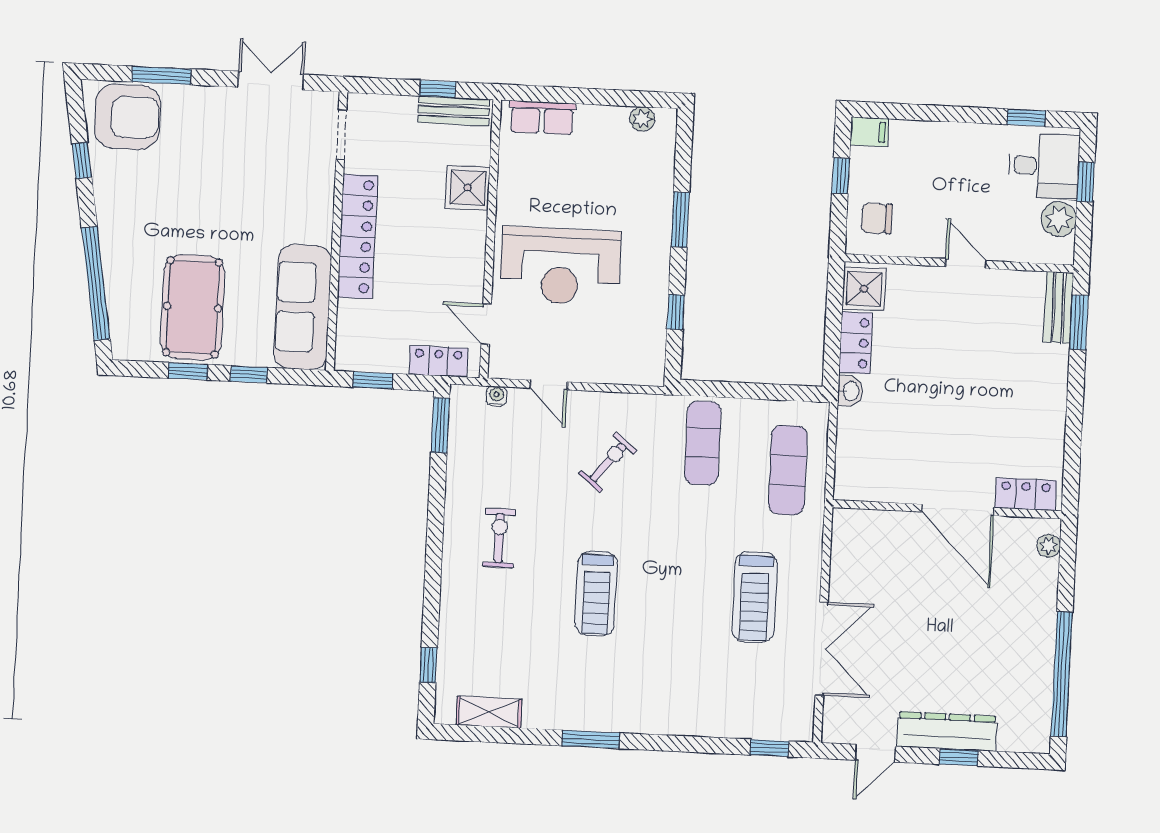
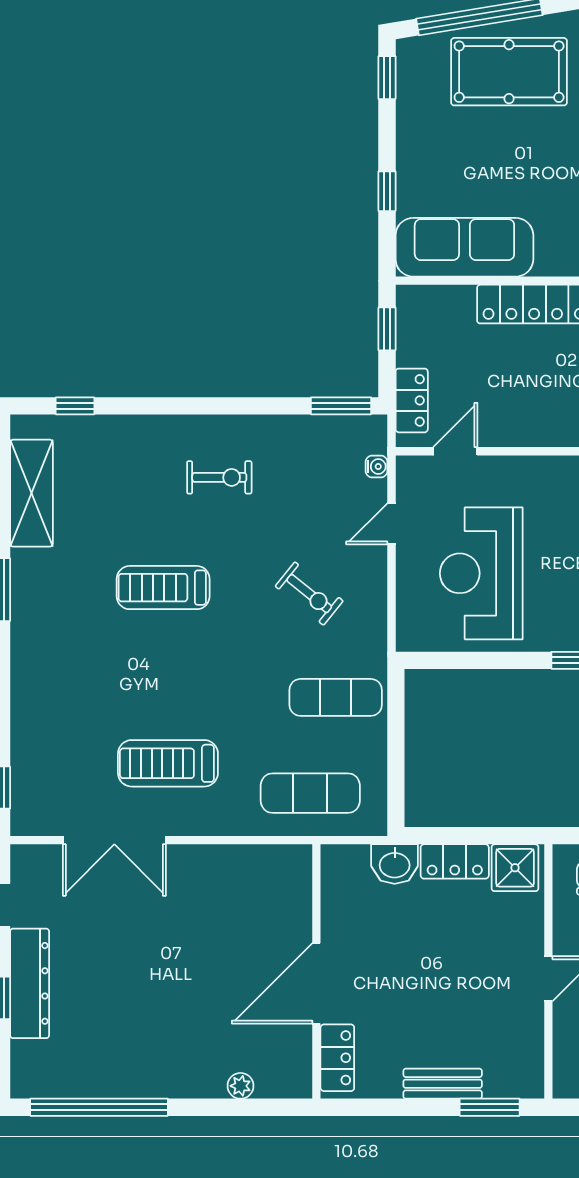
reception desk: (560, 266) -> (481, 573), moved
pool table: (193, 307) -> (509, 72), moved
bench: (1058, 307) -> (443, 1084), moved
window: (676, 312) -> (479, 660), removed
window: (188, 371) -> (387, 78), moved
washbasin: (850, 391) -> (395, 864), width x1.38, depth x1.45
locker: (1026, 494) -> (337, 1058), moved
wall: (947, 509) -> (316, 971), moved
door: (958, 510) -> (316, 983), moved
shelving: (489, 712) -> (31, 493), width x1.50, depth x1.33

